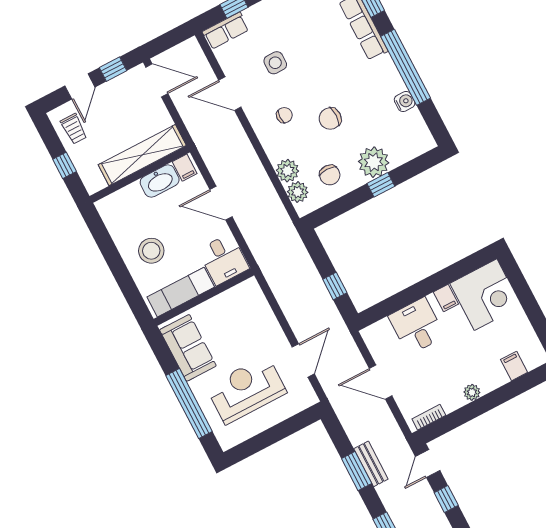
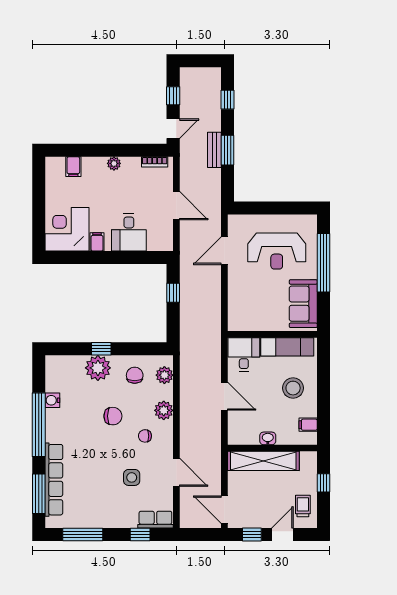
filing cabinet: (185, 168) -> (308, 425), moved, turned -90
plant: (287, 171) -> (164, 410), moved
washbasin: (160, 181) -> (268, 438), width x0.52, depth x0.69

